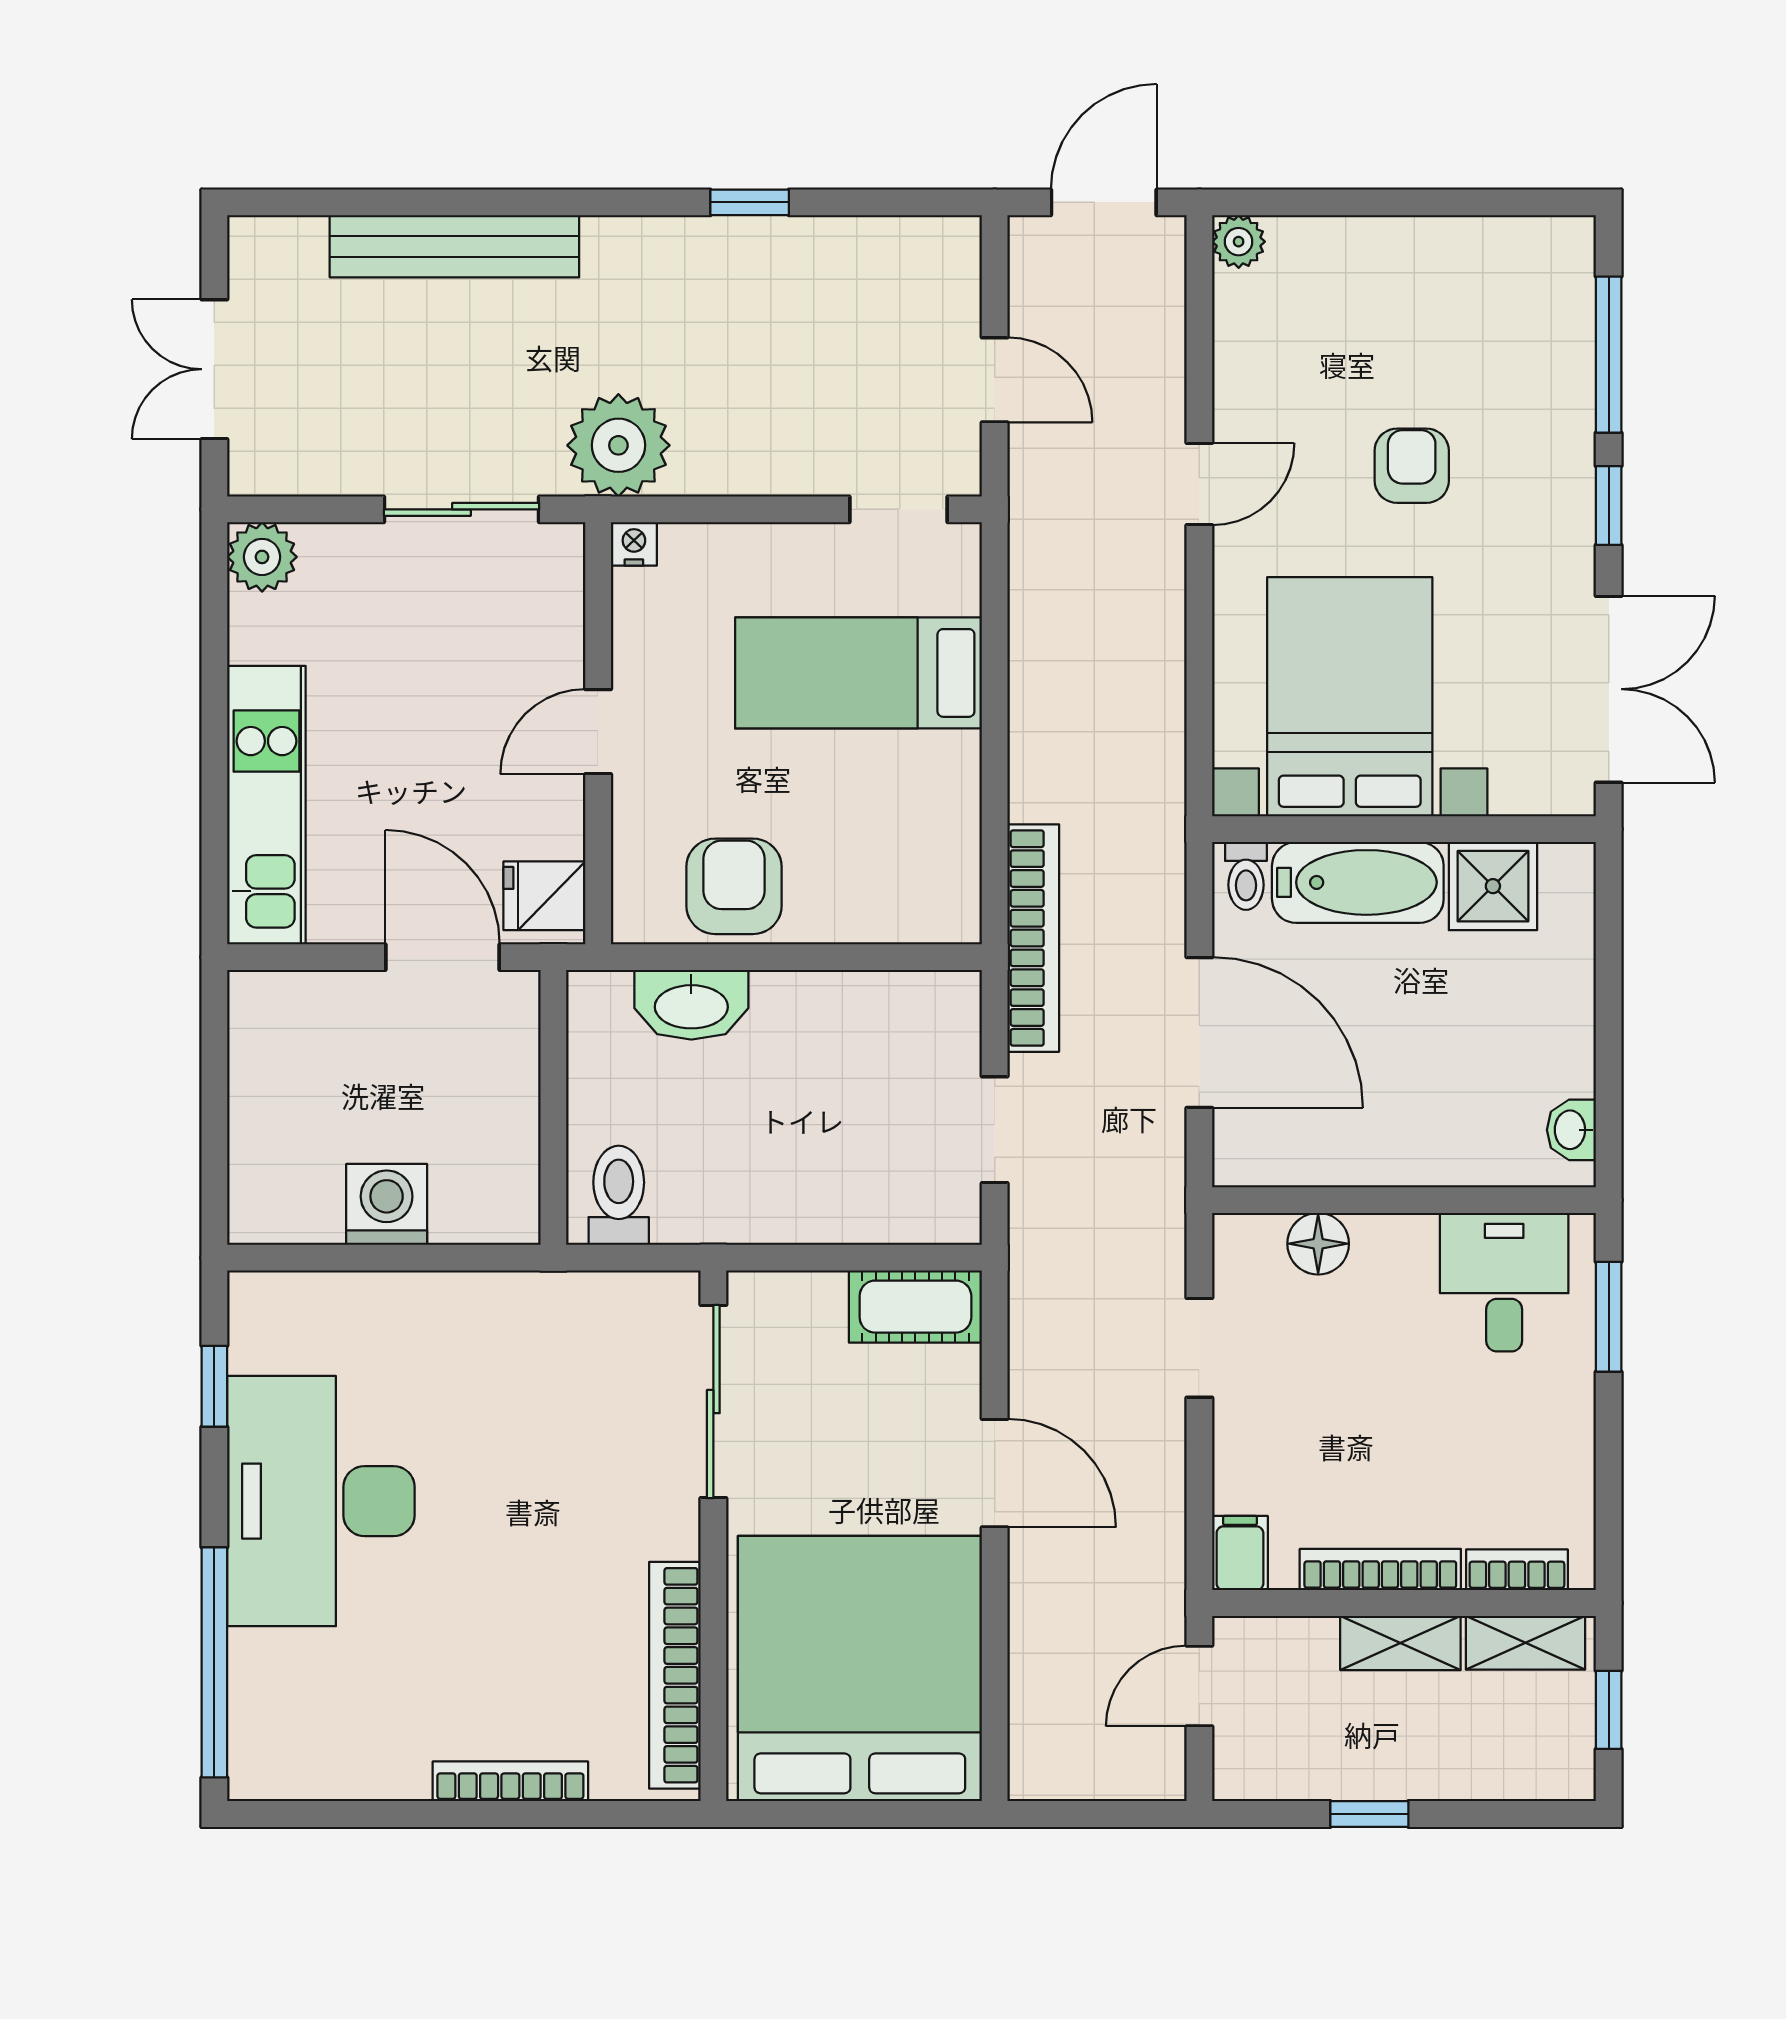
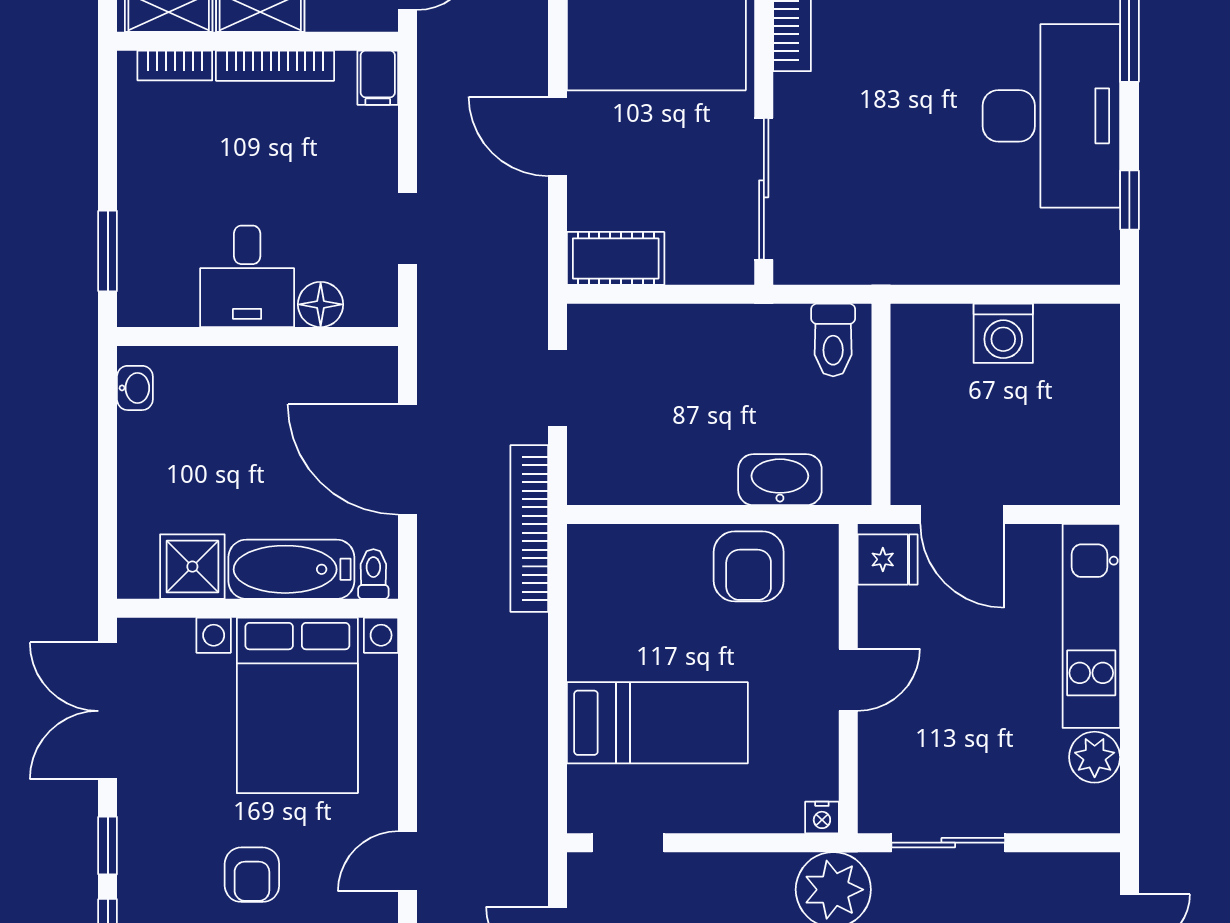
plant: (262, 557) -> (1095, 757), moved
desk: (1504, 1282) -> (247, 276), moved

